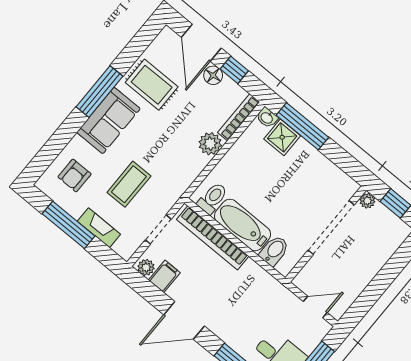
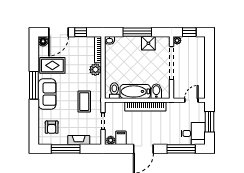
door: (201, 43) -> (58, 32), hinge flipped
floor lamp: (213, 75) -> (43, 41), moved
window: (302, 126) -> (137, 32), moved
shower: (282, 137) -> (148, 43), moved
coffee table: (129, 184) -> (84, 102), moved
bookcase: (213, 238) -> (145, 106), moved

